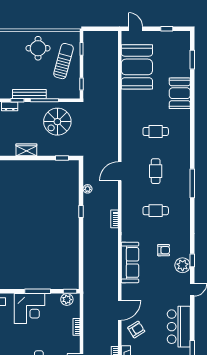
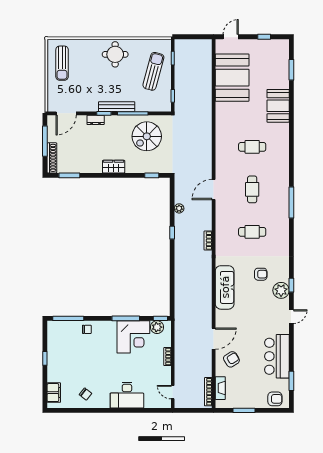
door: (136, 29) -> (231, 37), hinge flipped
round table: (38, 48) -> (115, 54), moved
corner desk: (29, 309) -> (133, 337), moved

